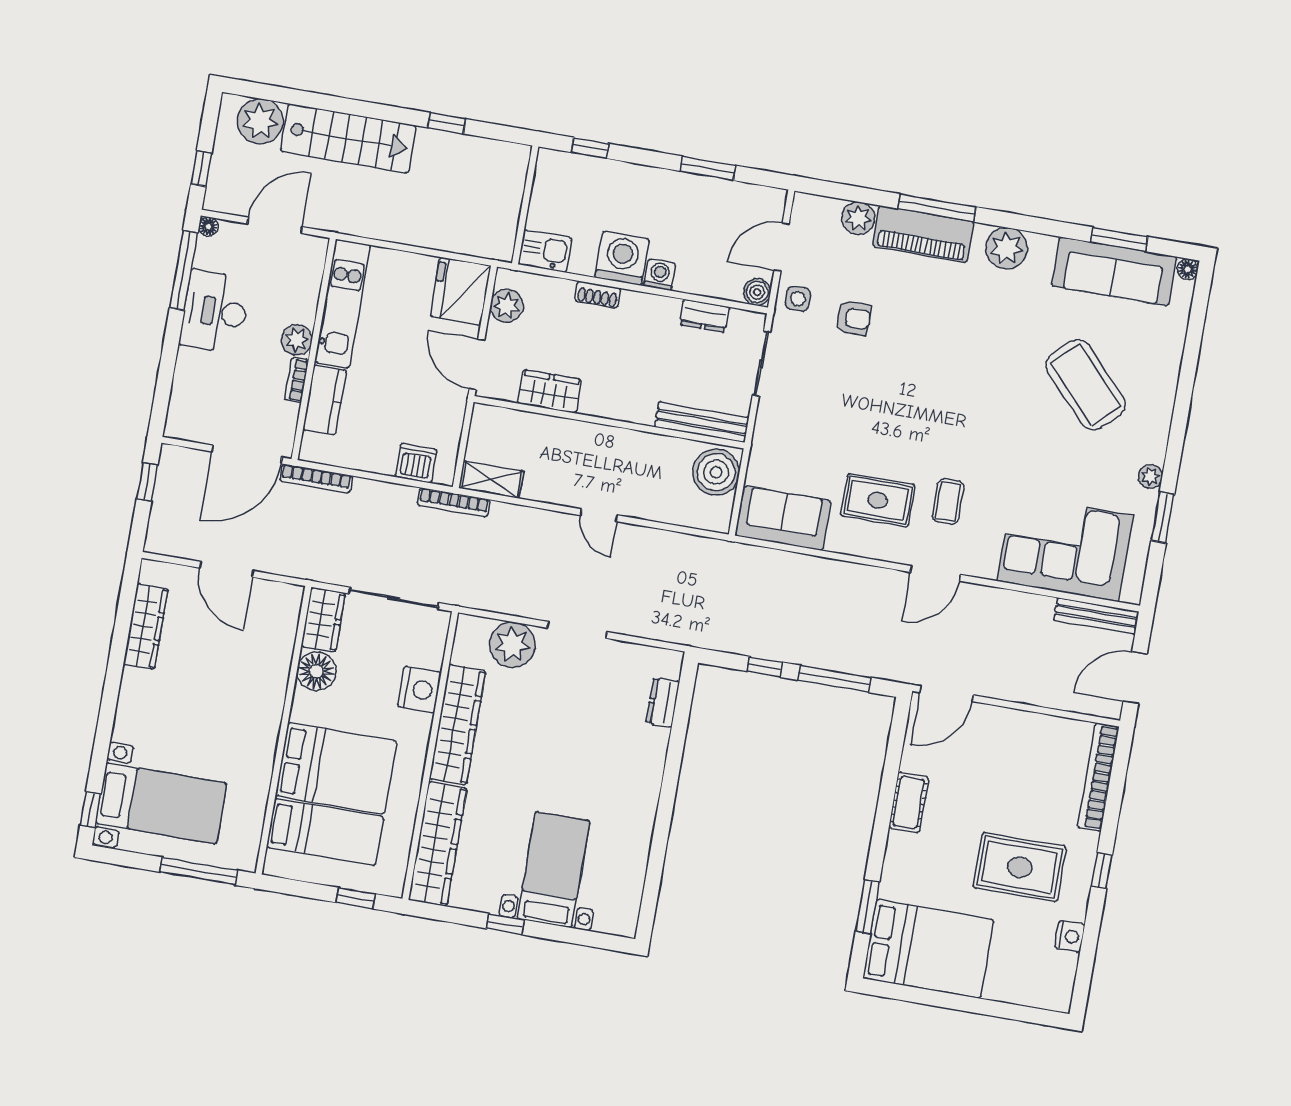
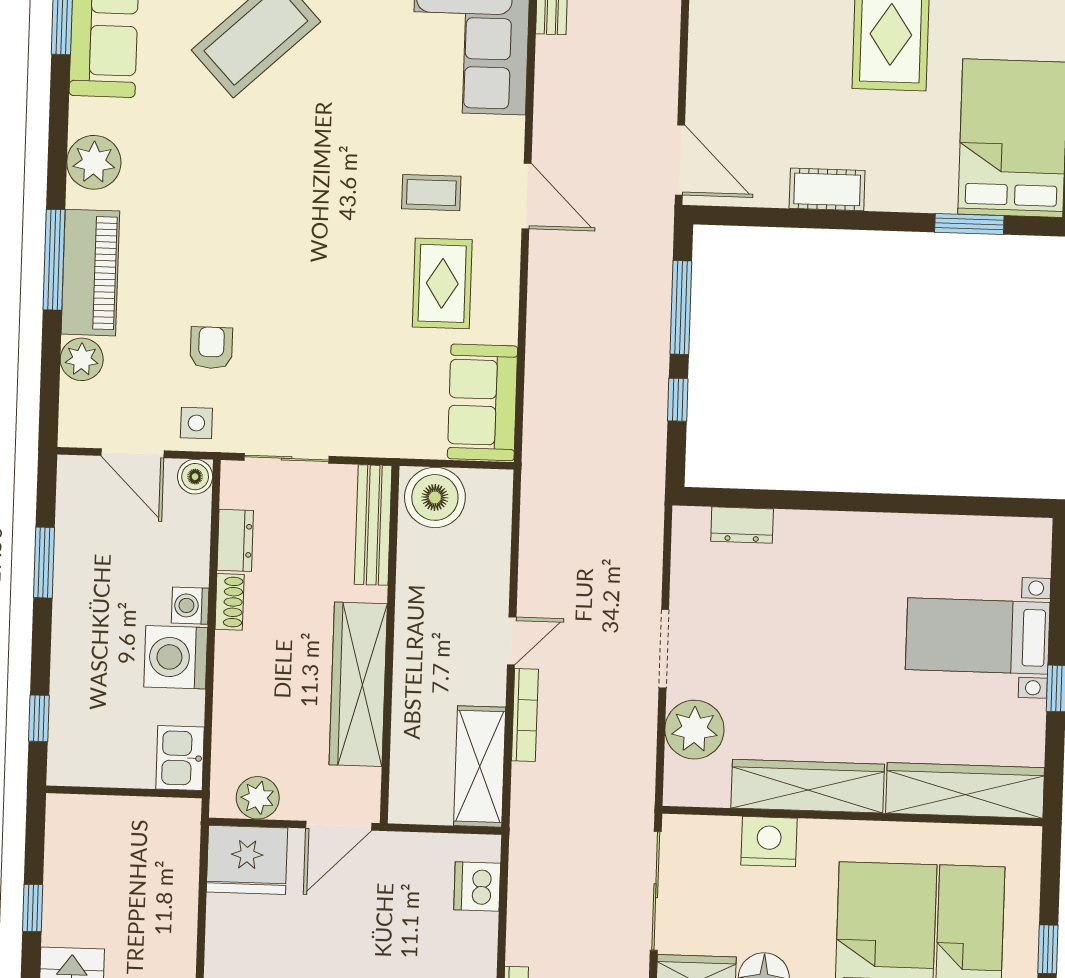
shoe rack: (598, 295) -> (230, 602), moved
wardrobe: (549, 391) -> (358, 684), width x2.10, depth x1.17
shelving: (491, 480) -> (480, 766), width x1.50, depth x1.33
bookcase: (454, 502) -> (525, 715), moved
window: (356, 898) -> (1048, 949), moved

